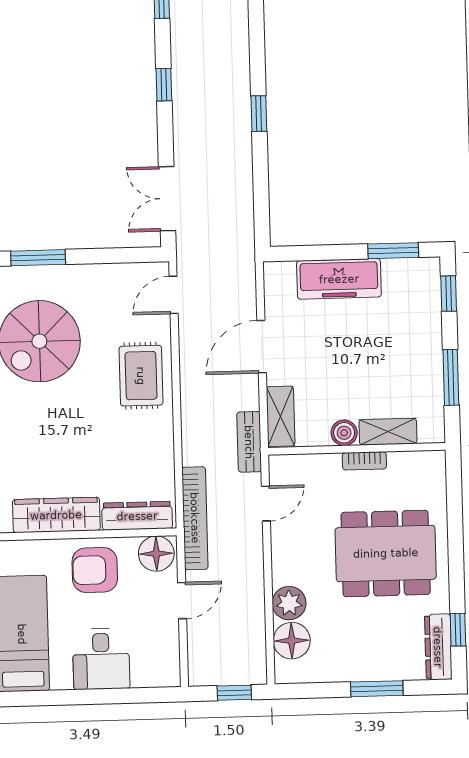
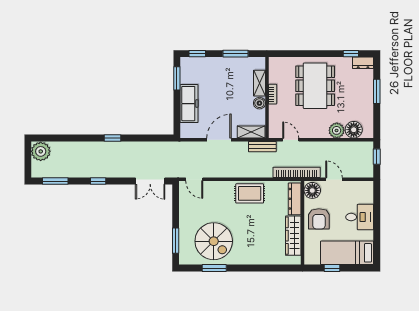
door: (262, 347) -> (219, 140), swing flipped
rug: (141, 376) -> (250, 193), moved
dresser: (438, 647) -> (363, 63), width x0.70

